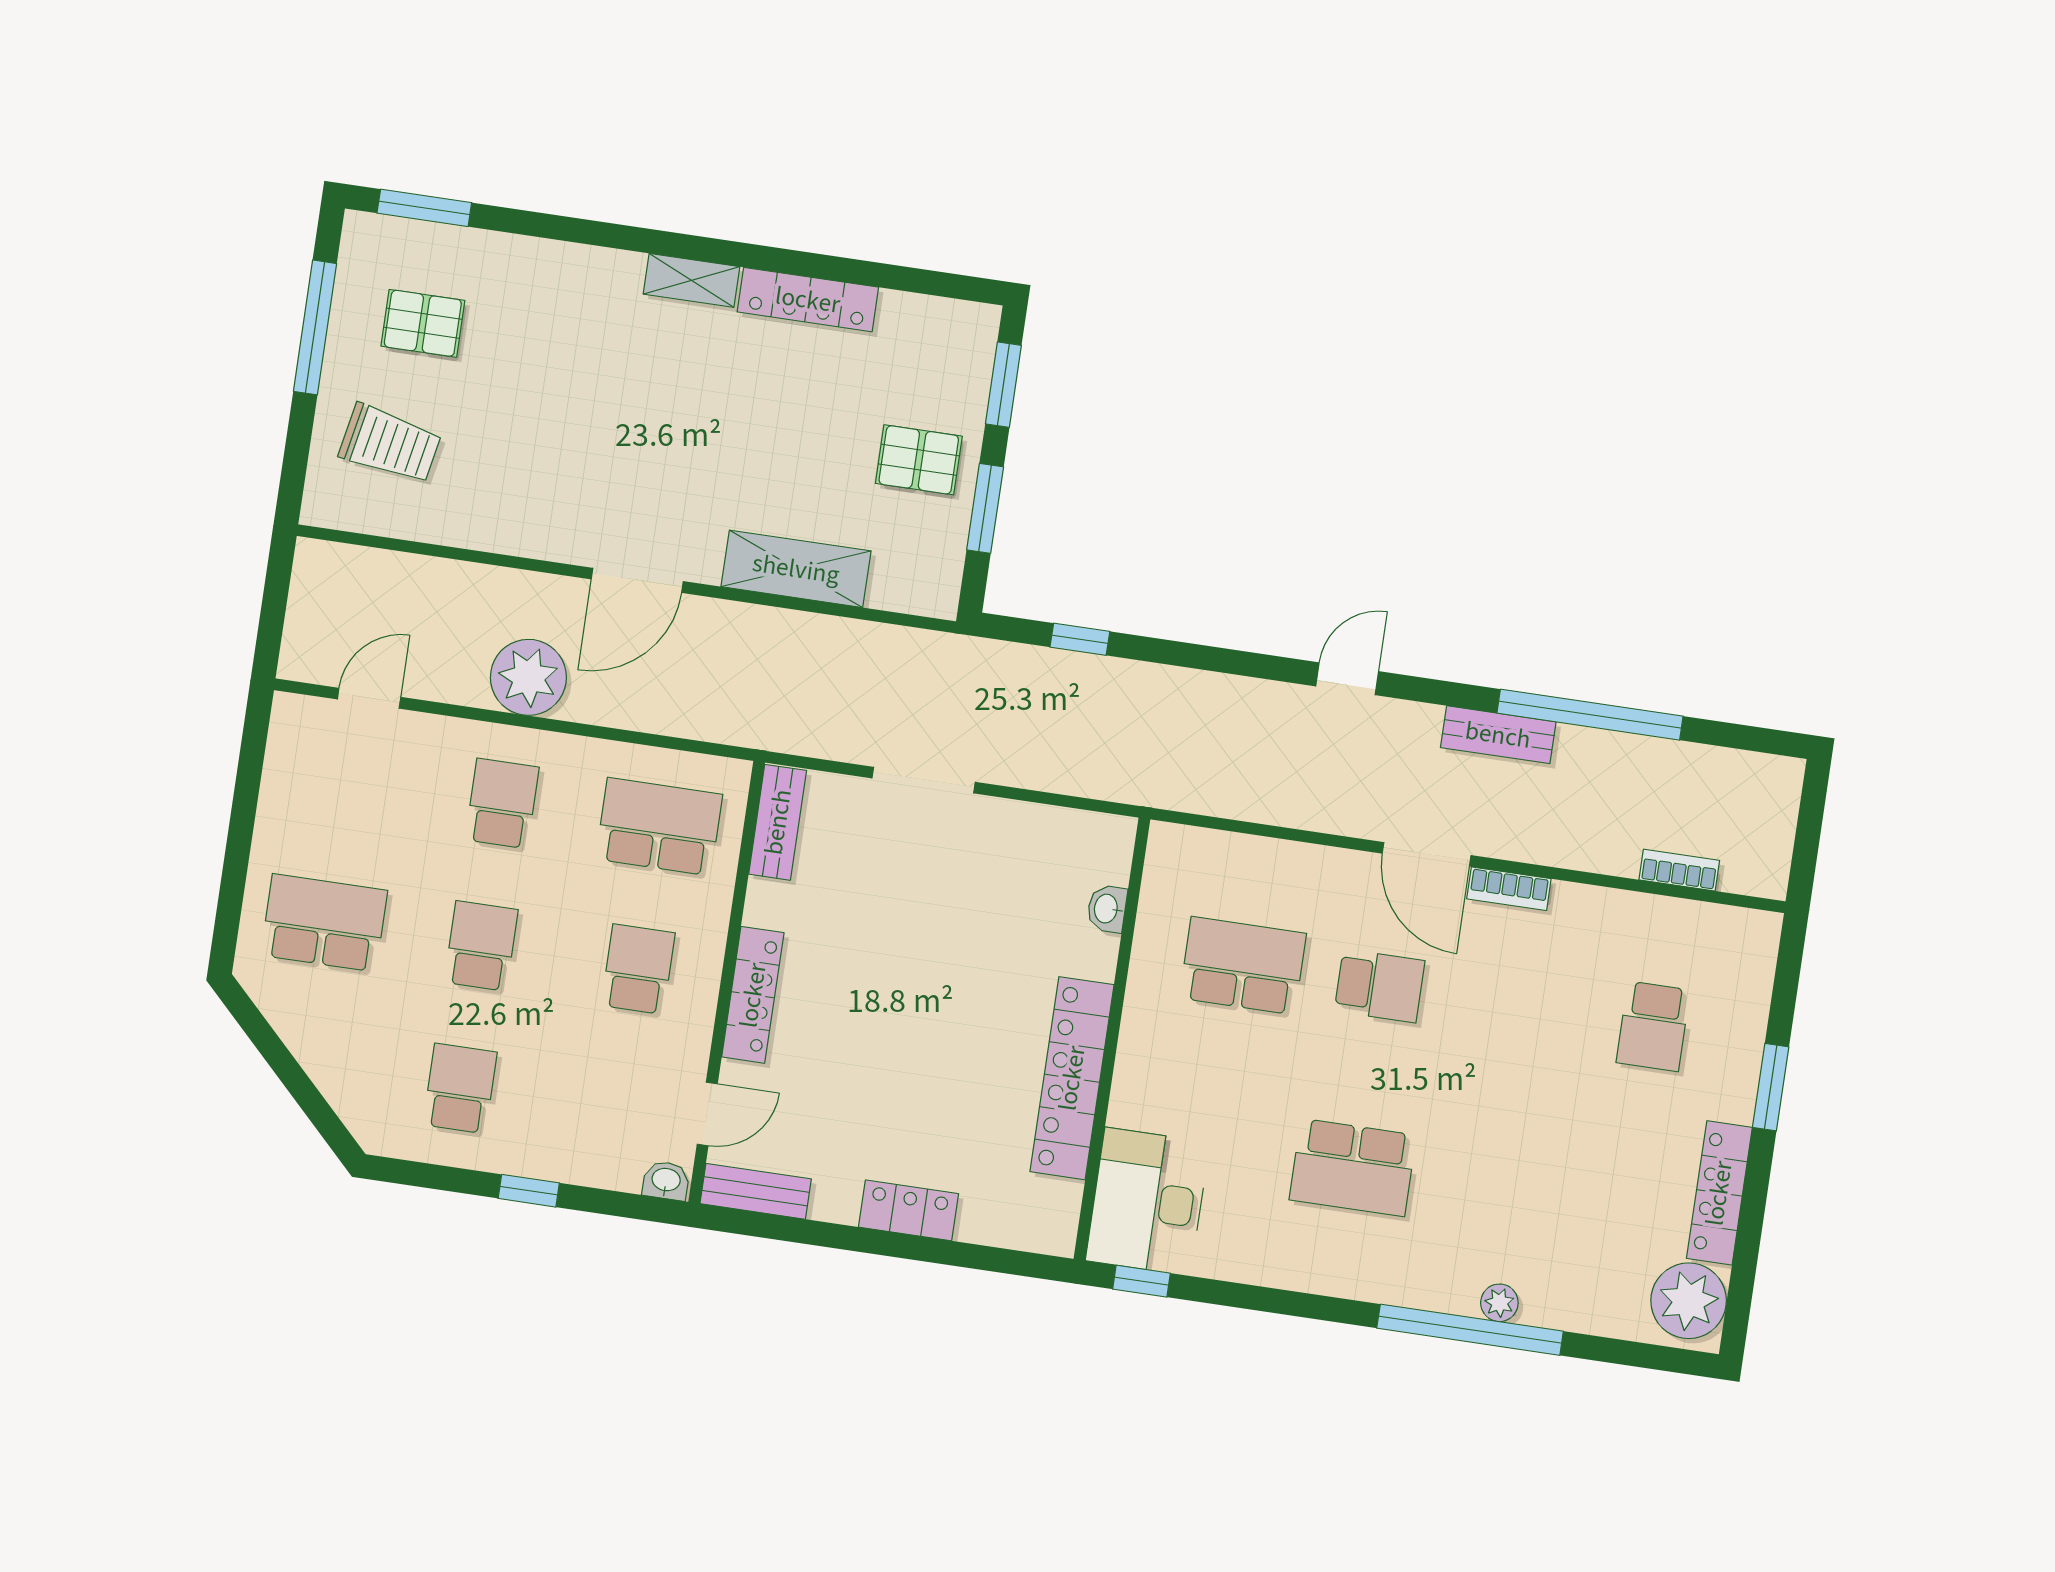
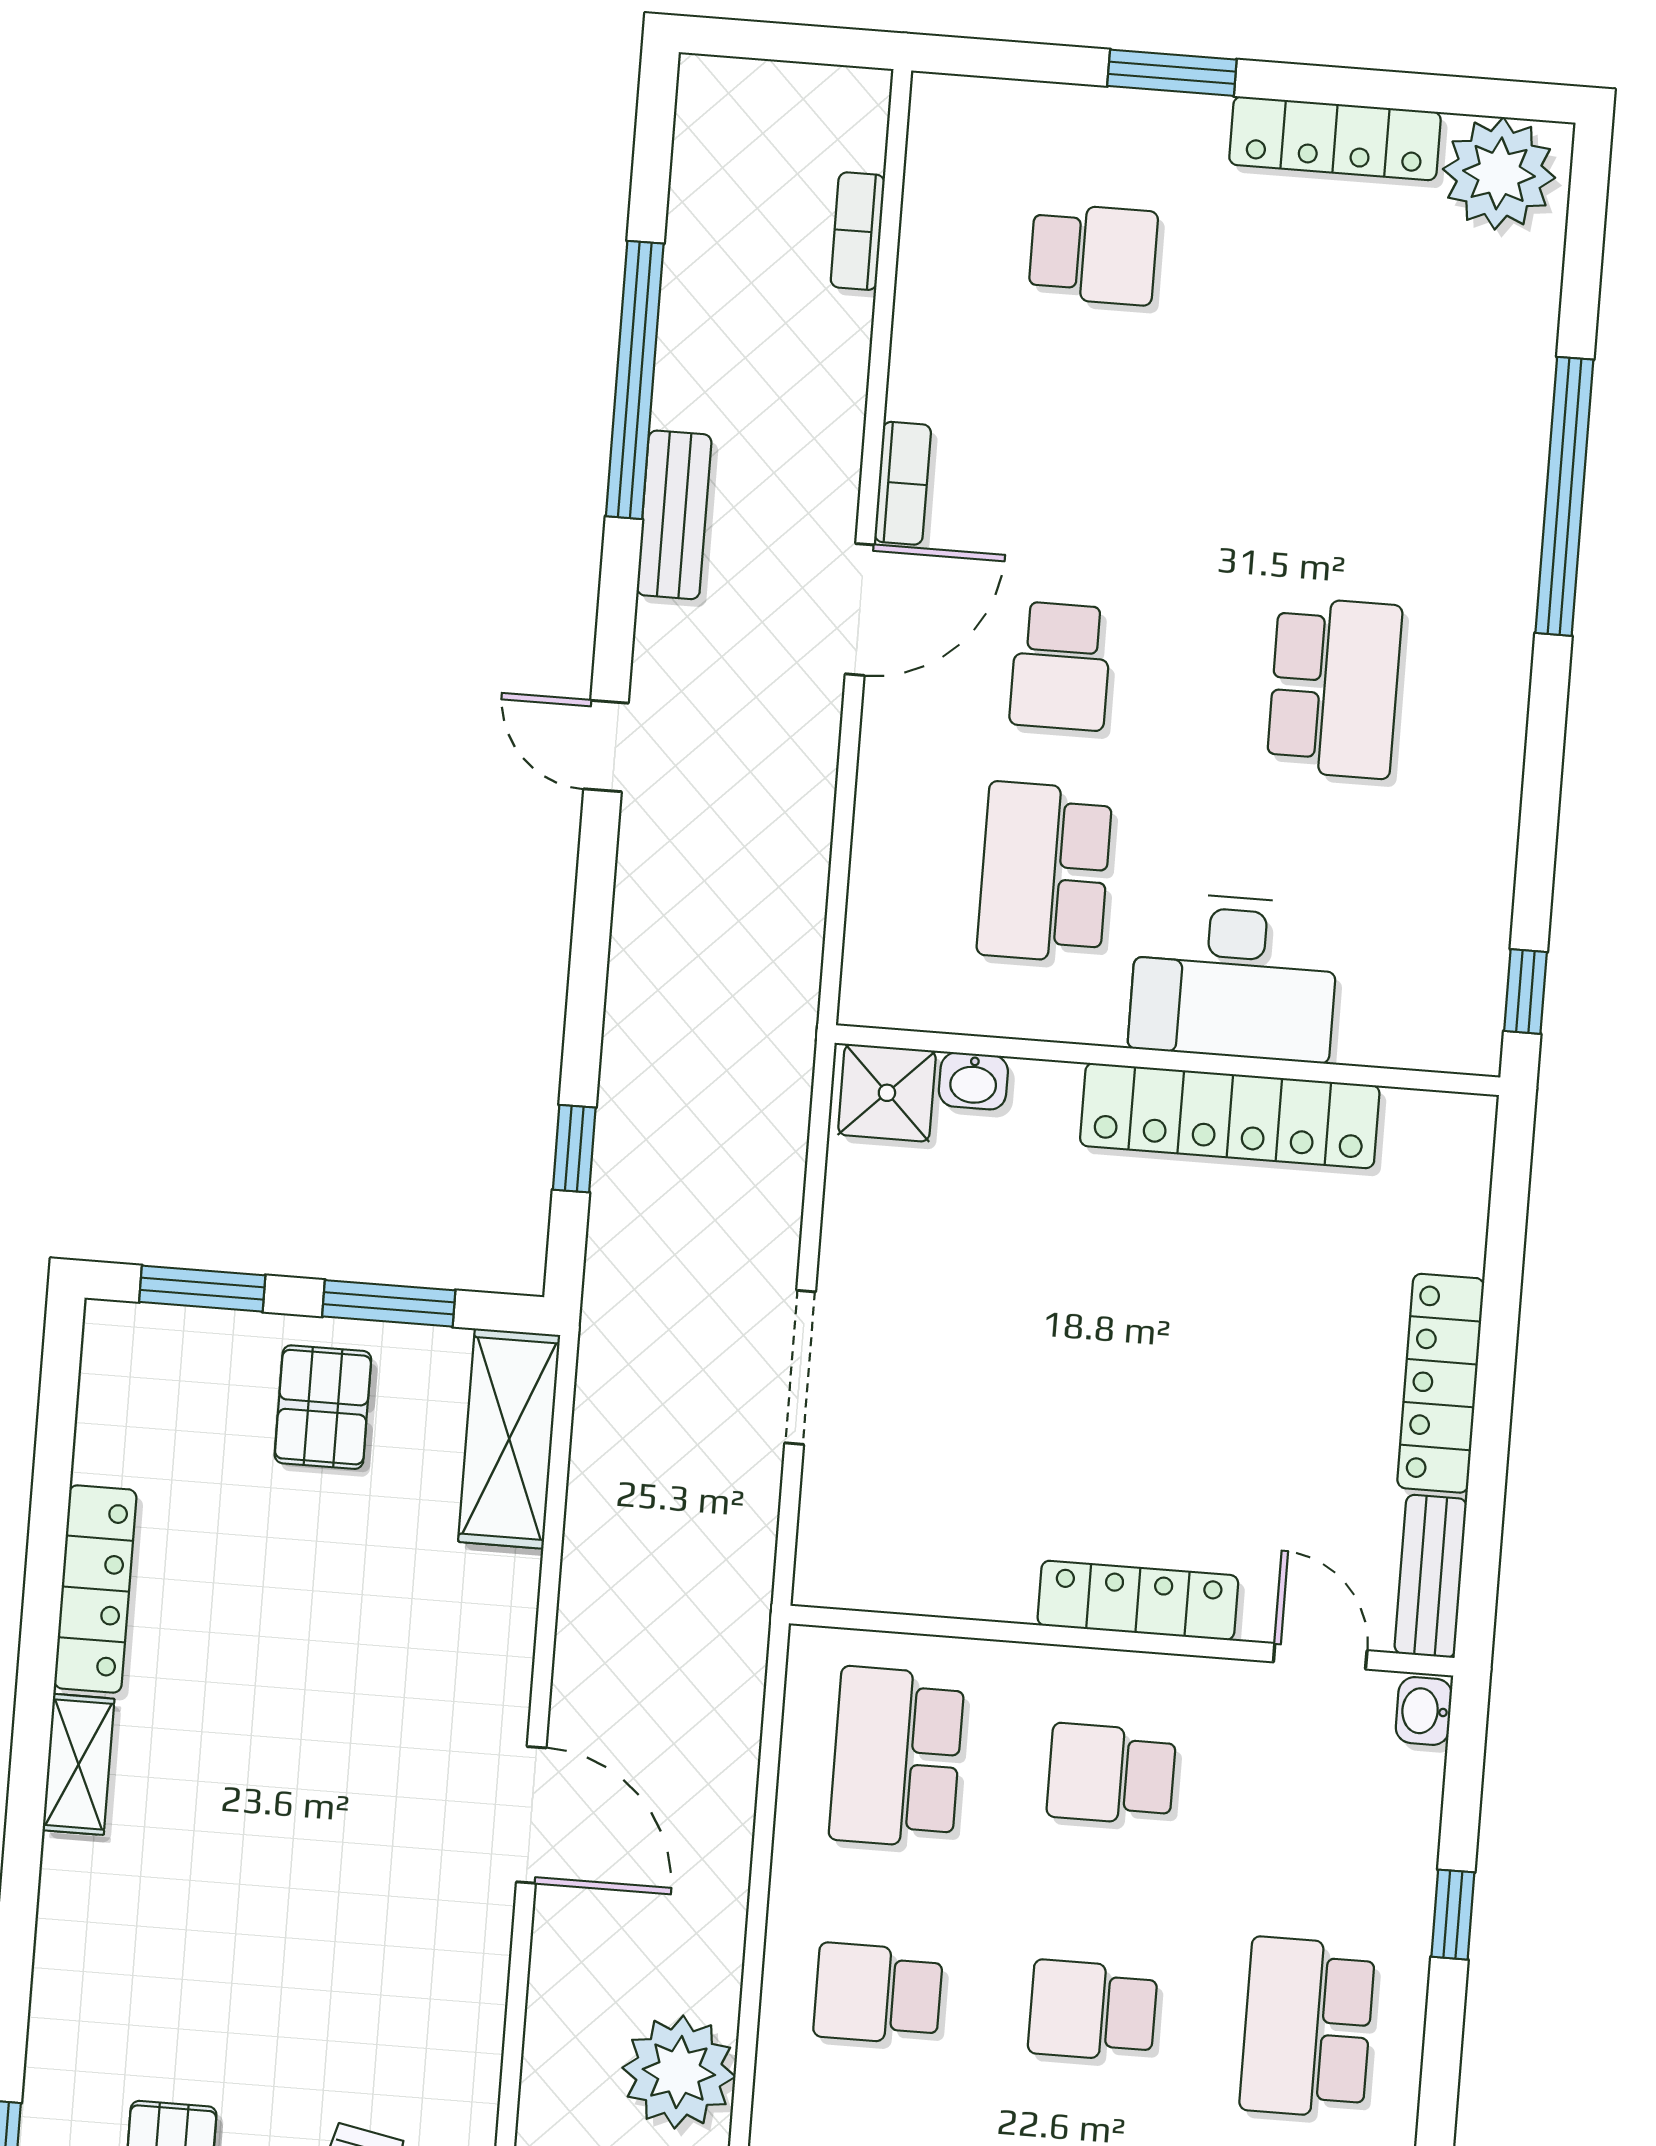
shelving: (796, 569) -> (509, 1439), moved
plant: (528, 677) -> (679, 2072), moved
bench: (778, 822) -> (878, 1581), removed
shower: (1103, 850) -> (887, 1093), added
school desk: (1380, 986) -> (1061, 666), turned 180
school desk: (460, 1088) -> (1307, 2028), width x1.85
desk: (1148, 1201) -> (1234, 977), moved
locker: (908, 1210) -> (1441, 1383), width x1.53
plant: (1499, 1303) -> (1521, 455), removed

